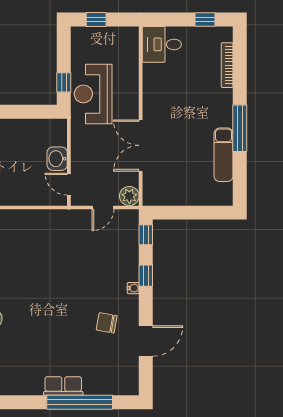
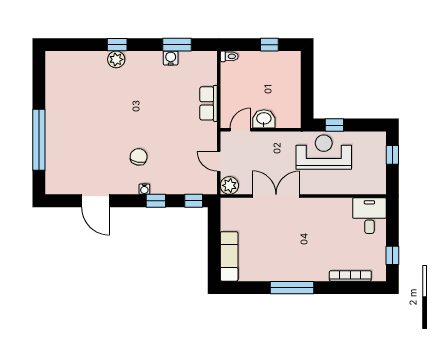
exam couch: (224, 155) -> (229, 256), moved, turned 90
chair: (107, 323) -> (139, 157), moved
row of seats: (63, 386) -> (209, 103), moved, turned 180

